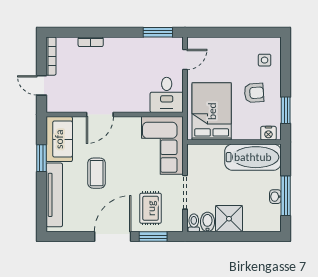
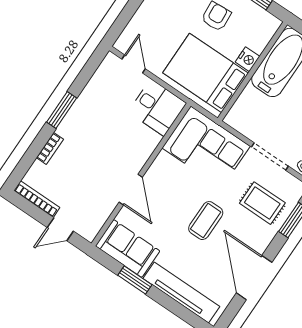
window: (158, 32) -> (62, 110), moved
nightstand: (268, 133) -> (248, 59), moved
coffee table: (97, 173) -> (206, 221), moved, turned 90
door: (113, 237) -> (254, 278), moved

